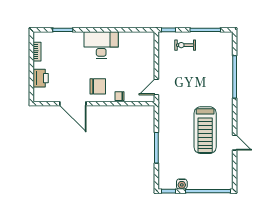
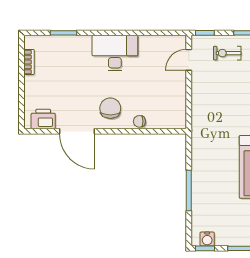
printer: (41, 78) -> (43, 119), moved, turned -90
chair: (98, 86) -> (110, 108), turned -90
door: (156, 87) -> (189, 60), moved
water cooler: (182, 184) -> (207, 239), moved

